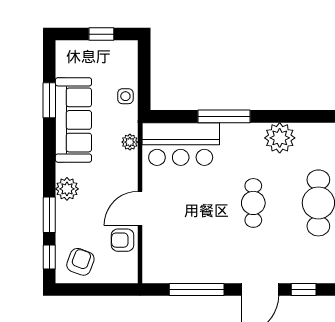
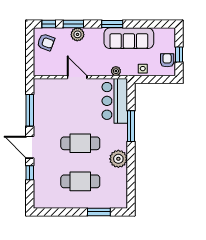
window: (49, 100) -> (112, 24), moved
plant: (67, 189) -> (77, 34), moved
cafe table: (253, 203) -> (80, 143), width x1.37, depth x1.35
armchair: (123, 240) -> (167, 60), moved

